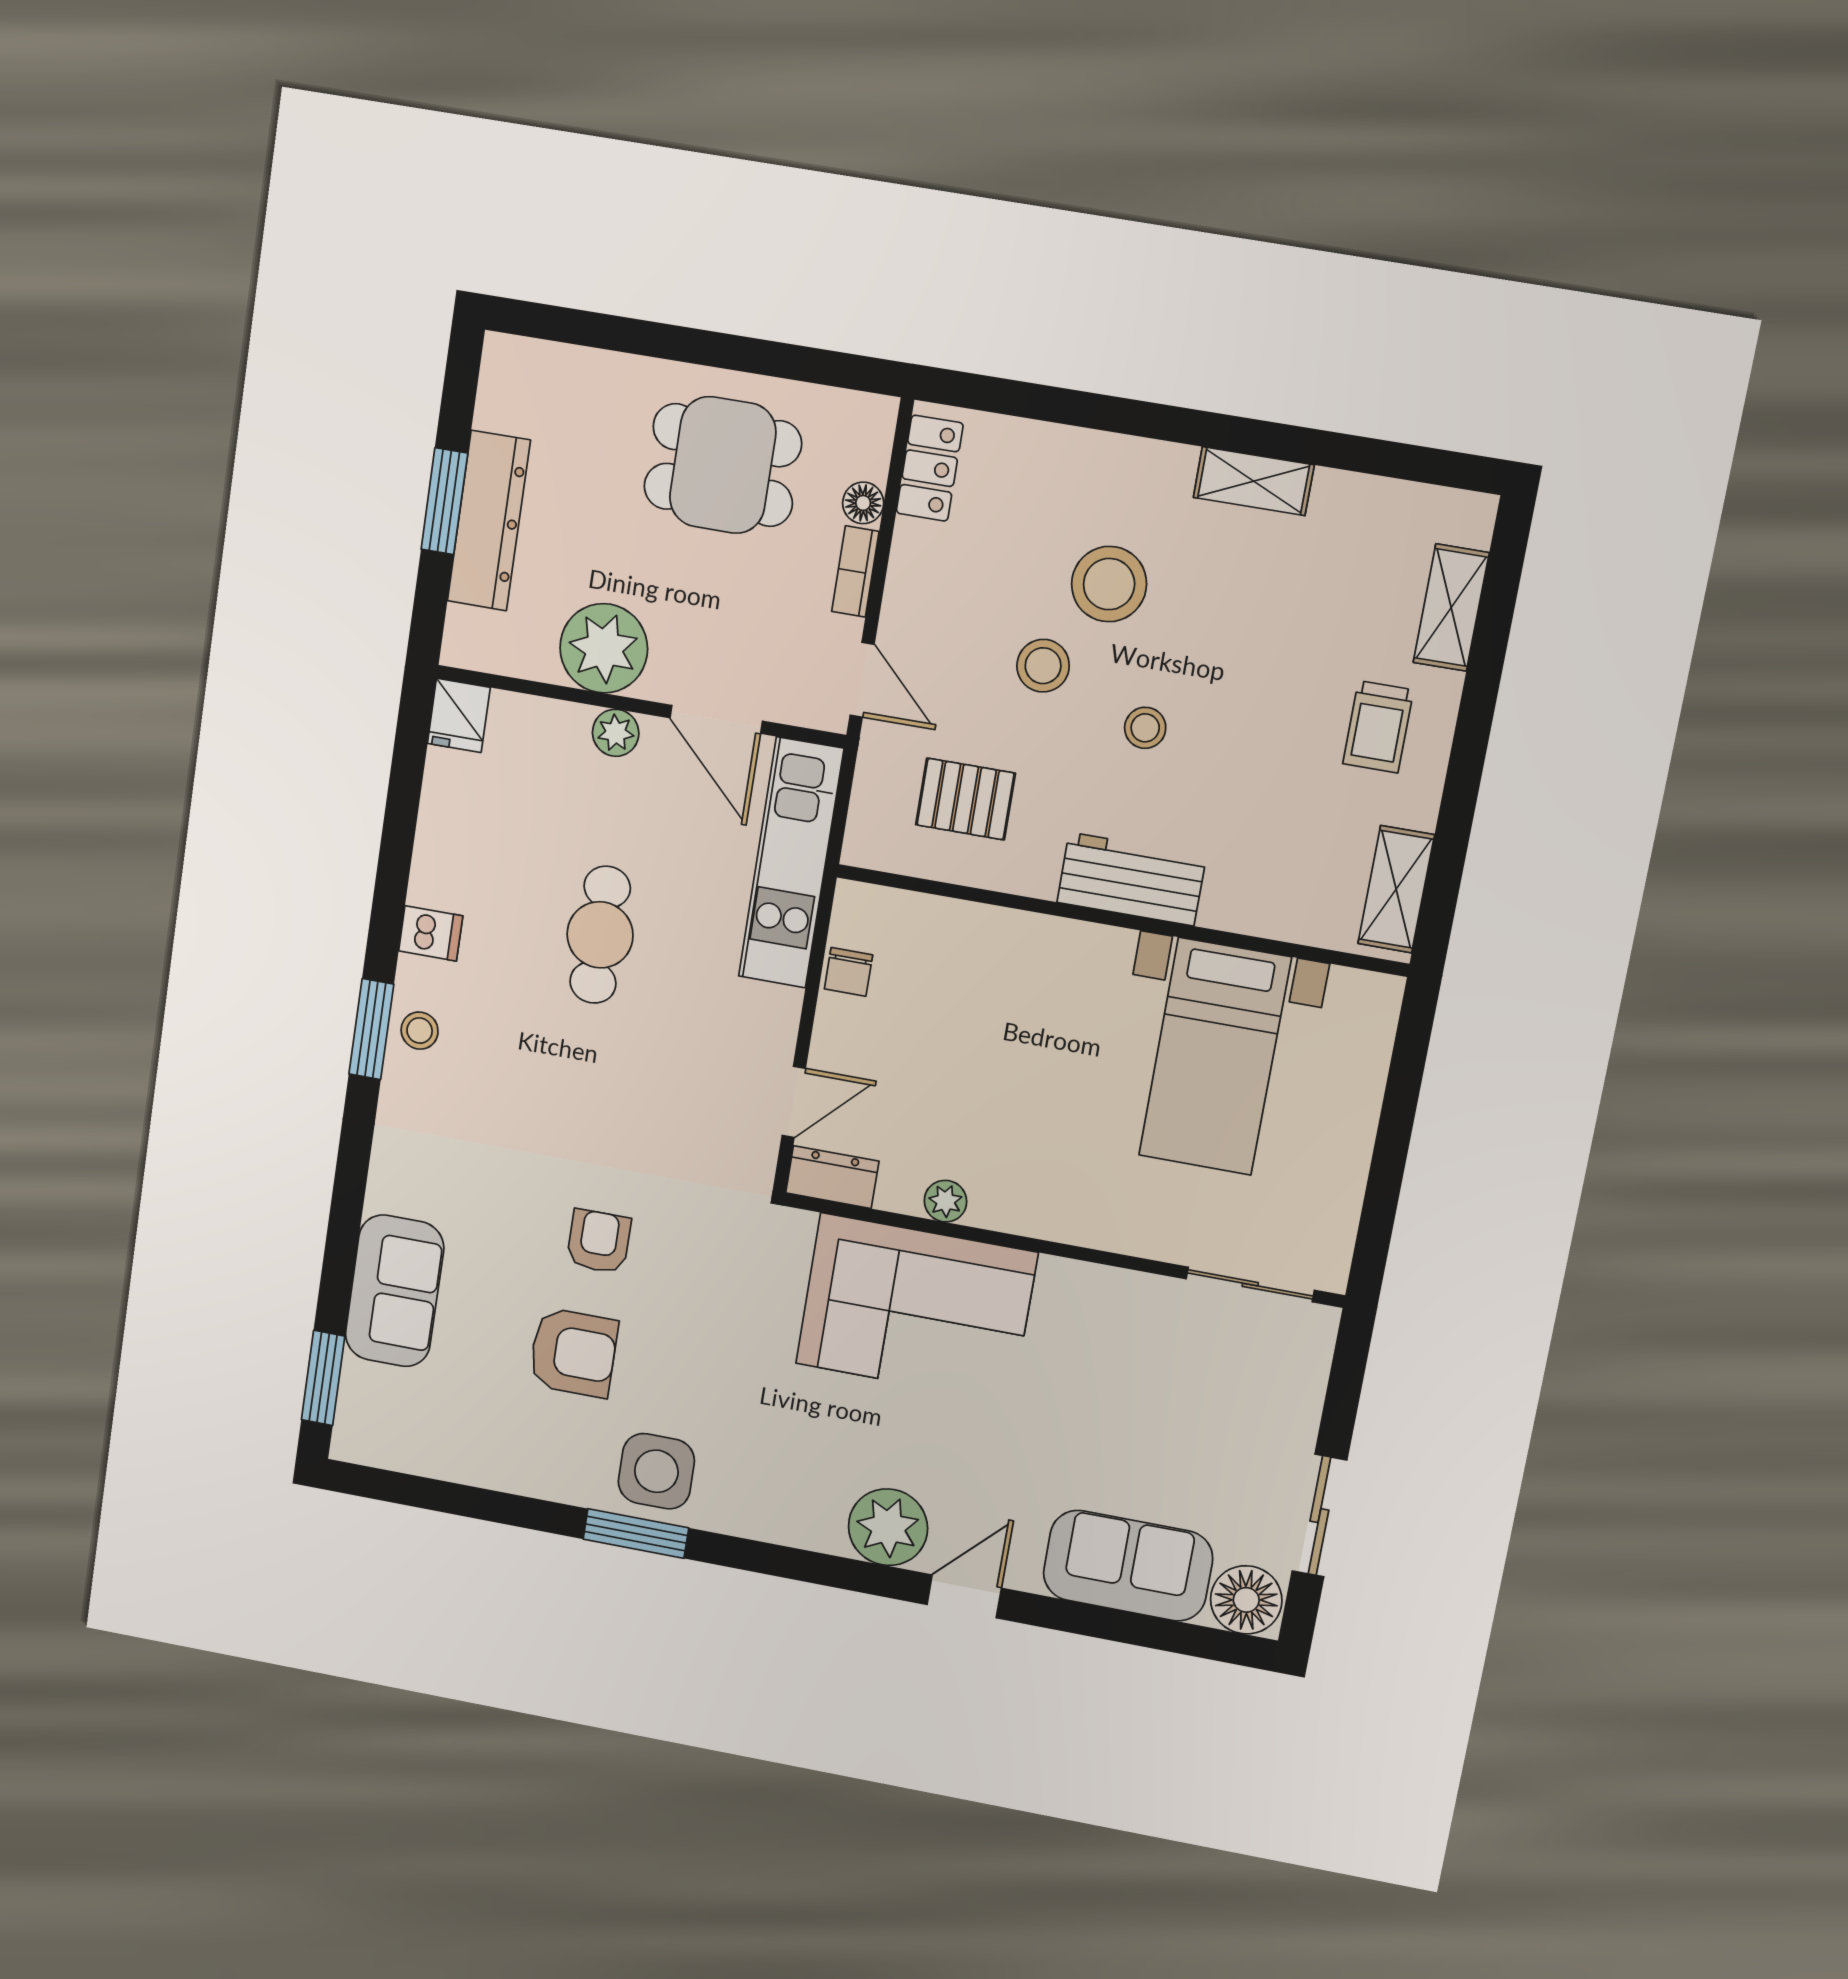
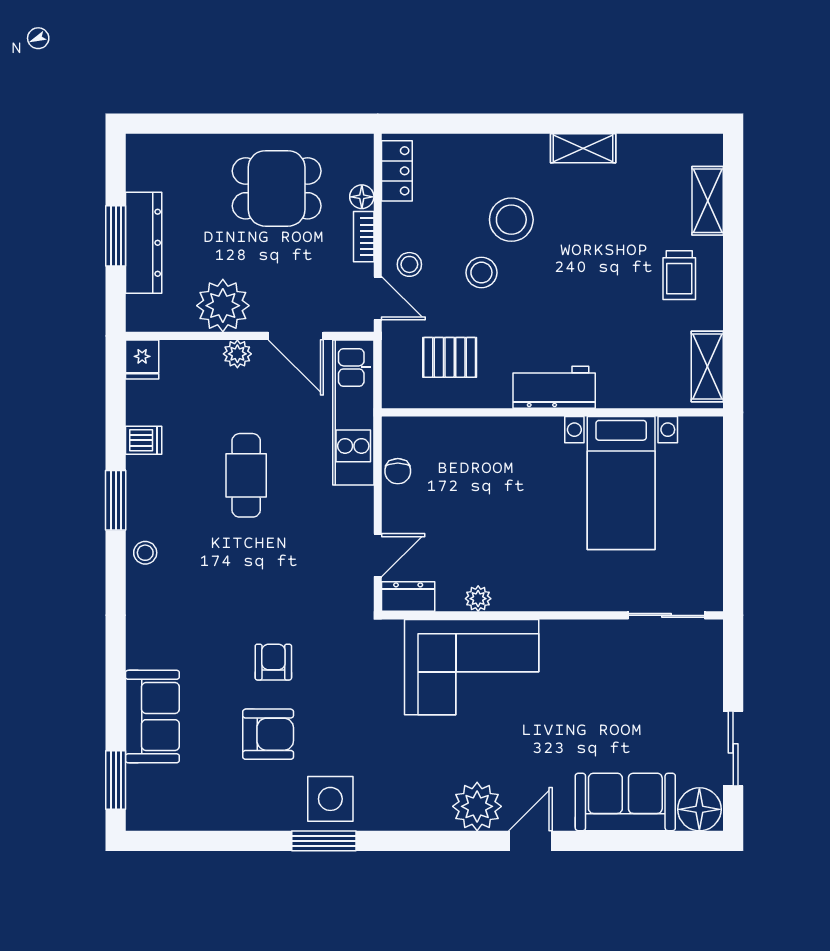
stool: (1145, 728) -> (409, 264), moved
dishwasher: (431, 933) -> (144, 440), moved
window: (371, 1029) -> (116, 500), moved

